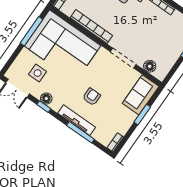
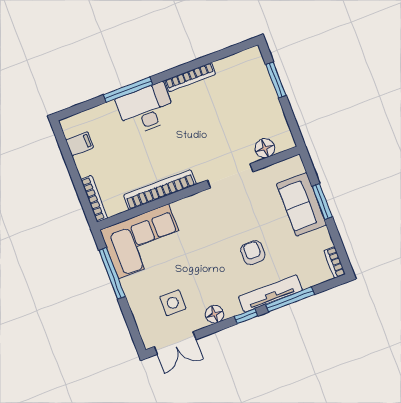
corner sofa: (62, 46) -> (143, 241), width x0.73, depth x0.74
sofa: (141, 95) -> (302, 204), moved
window: (44, 107) -> (246, 316), moved

